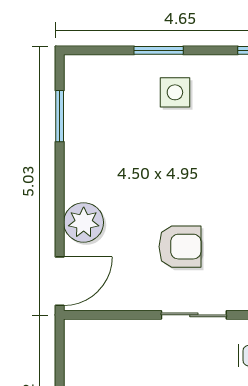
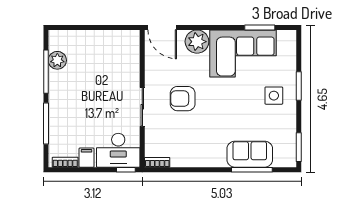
corner sofa: (104, 144) -> (243, 53), added
armchair: (180, 247) -> (183, 99), turned 90

